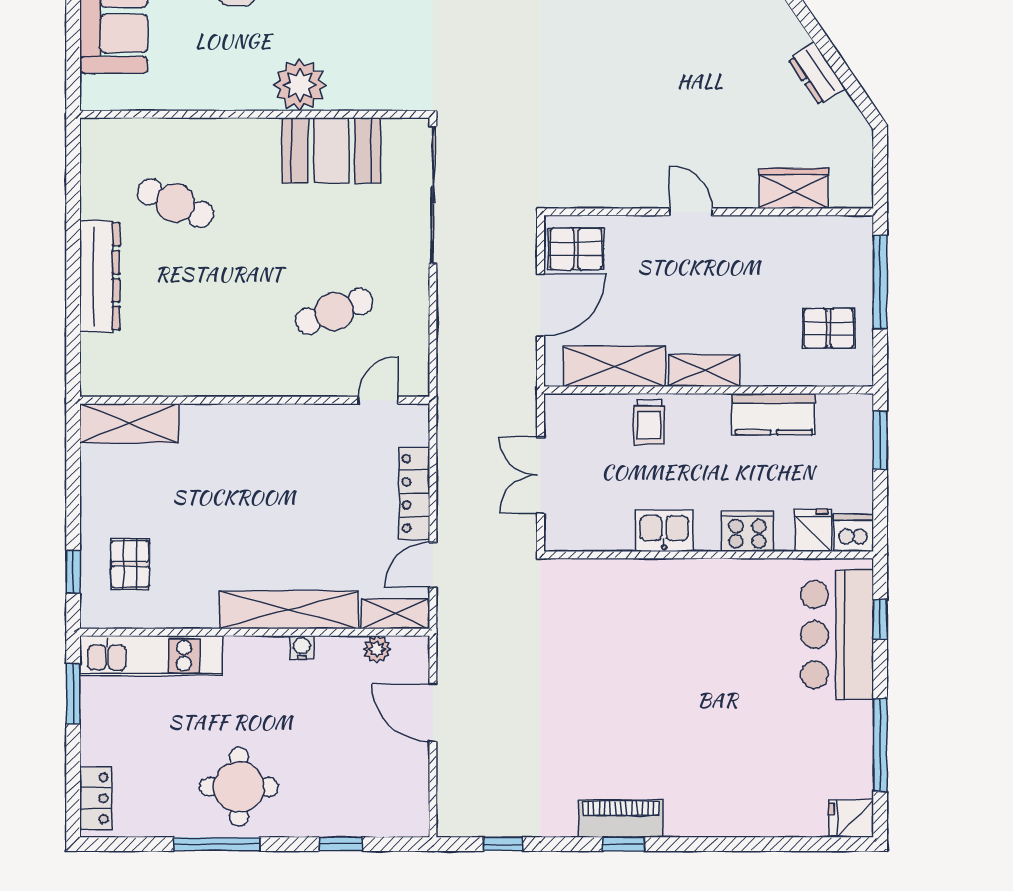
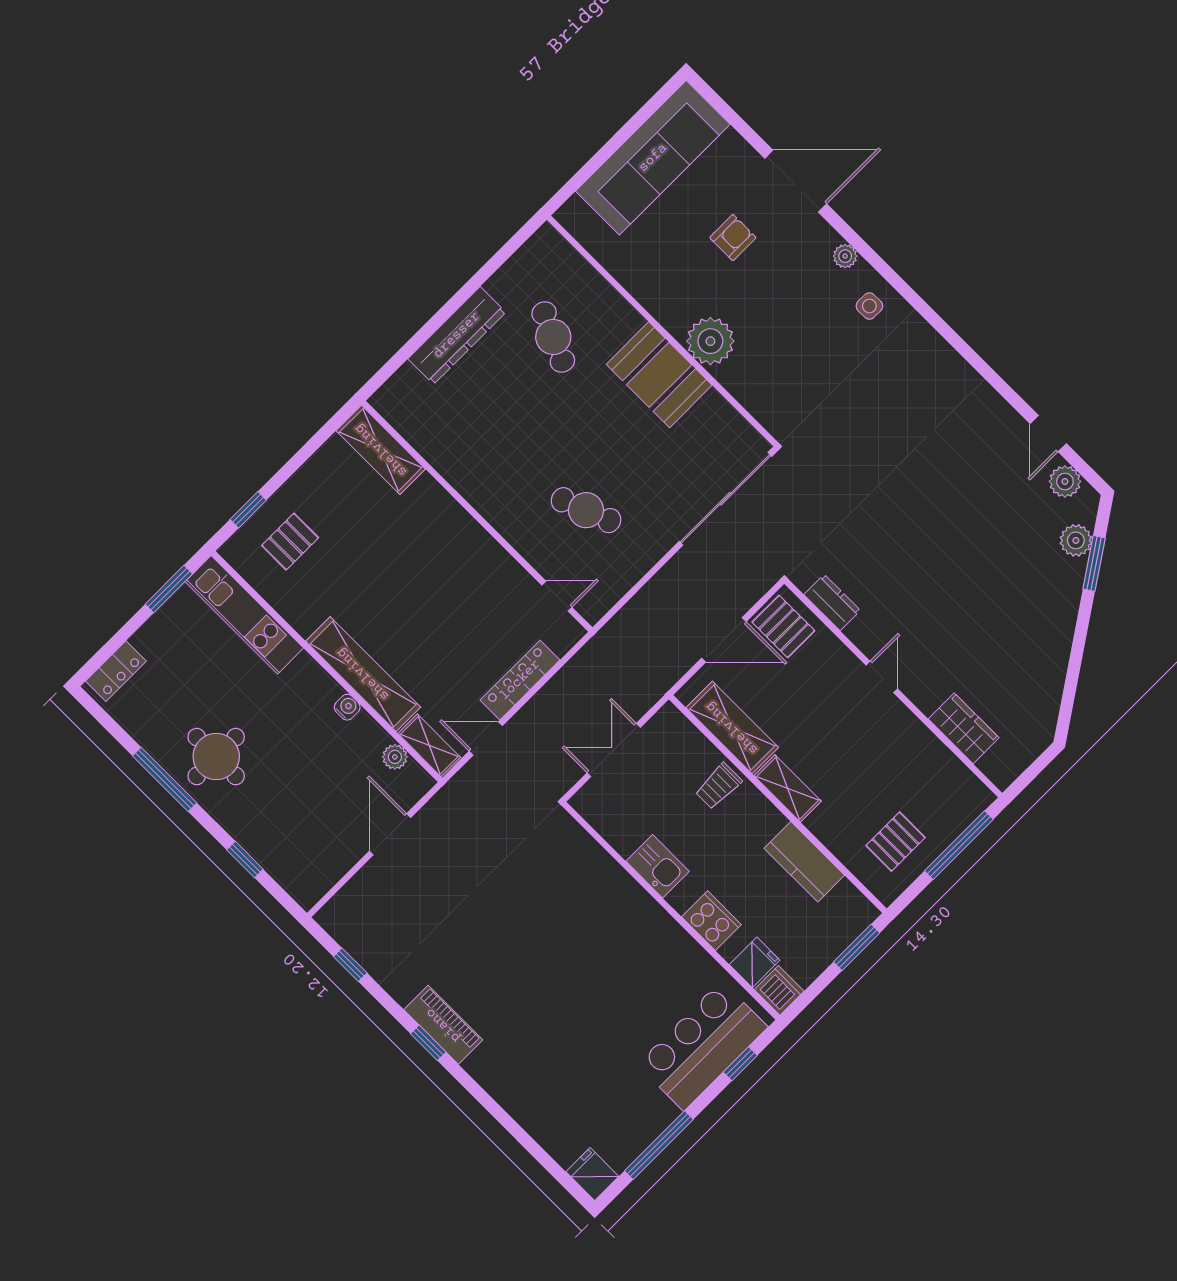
dresser: (817, 74) -> (832, 602), moved, turned 124
booth: (331, 151) -> (659, 375), moved
pallet: (829, 328) -> (896, 842), turned 90

